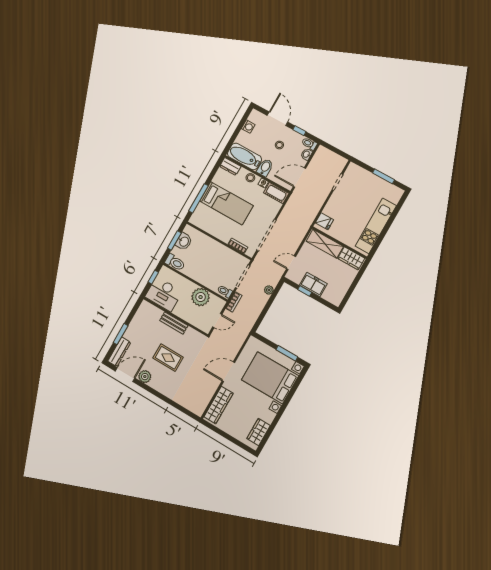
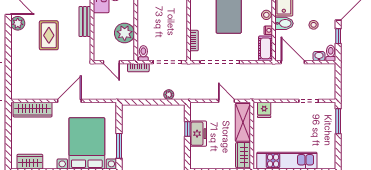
window: (384, 176) -> (338, 121), moved
door: (291, 263) -> (227, 101), moved
door: (228, 372) -> (69, 101), hinge flipped

